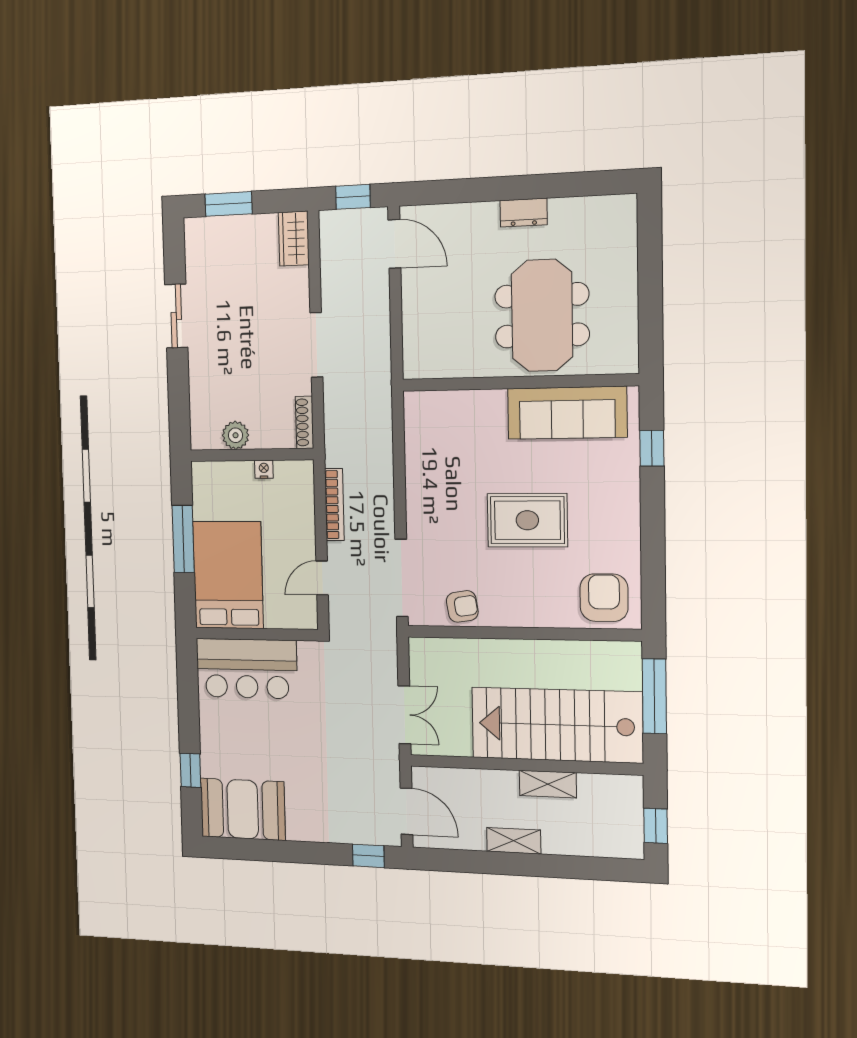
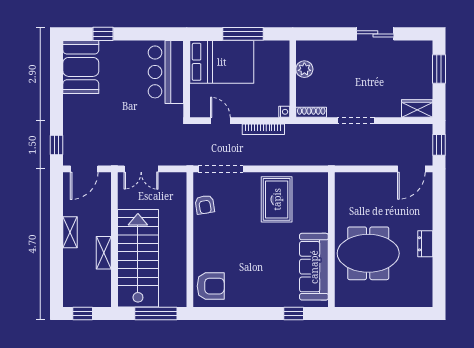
nightstand: (264, 469) -> (284, 112), moved
rug: (527, 520) -> (277, 199), moved

